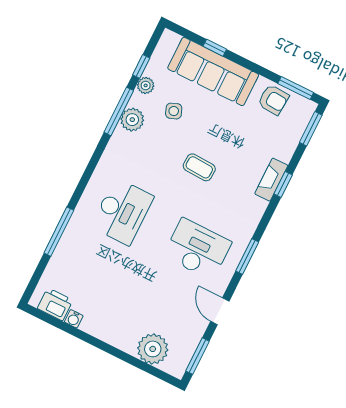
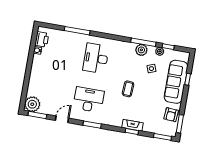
desk: (122, 212) -> (96, 58), turned 90
desk: (197, 249) -> (89, 100), turned -90
plant: (153, 349) -> (32, 104), moved

